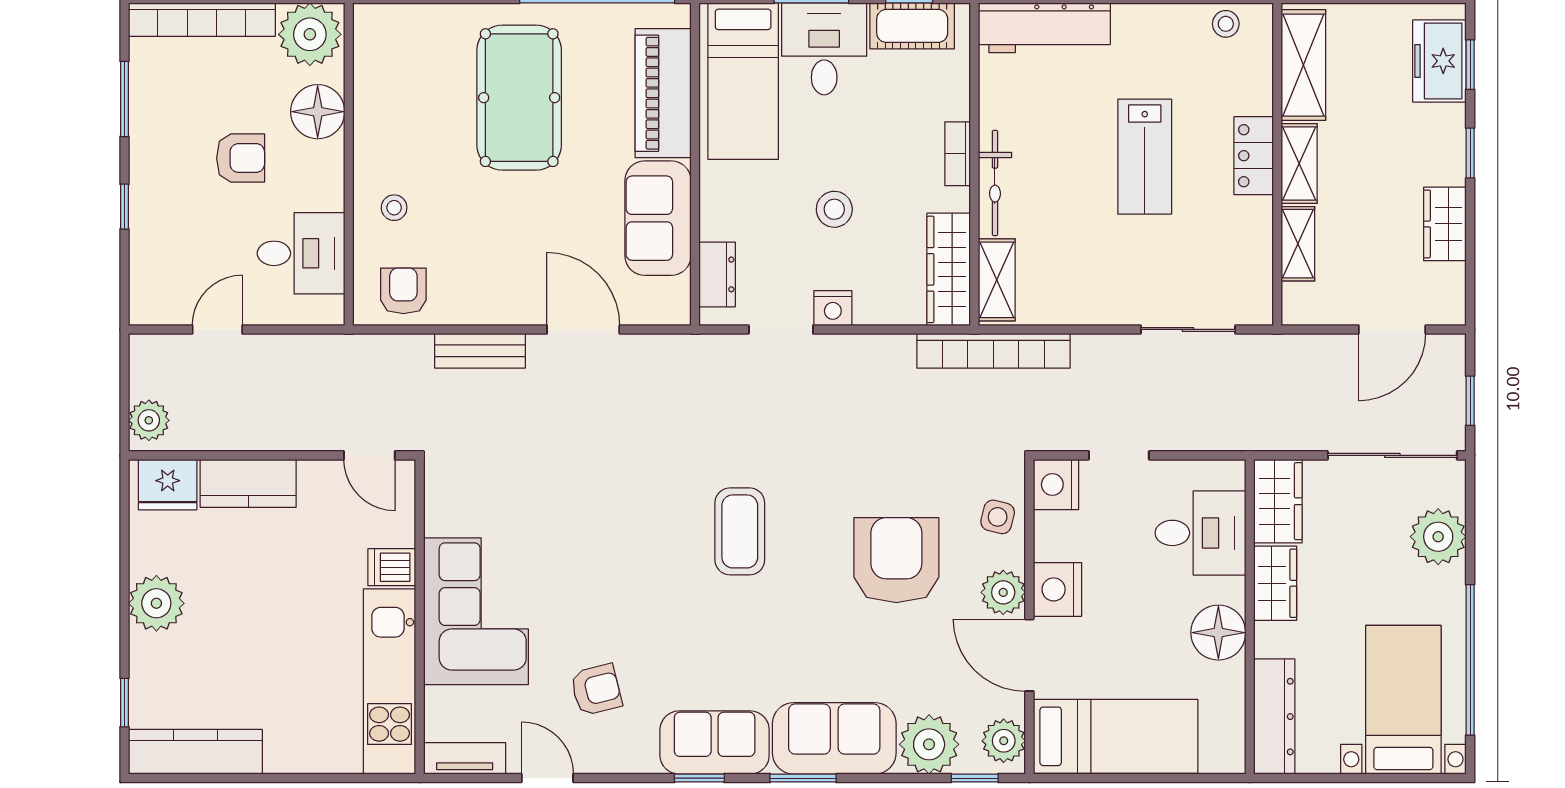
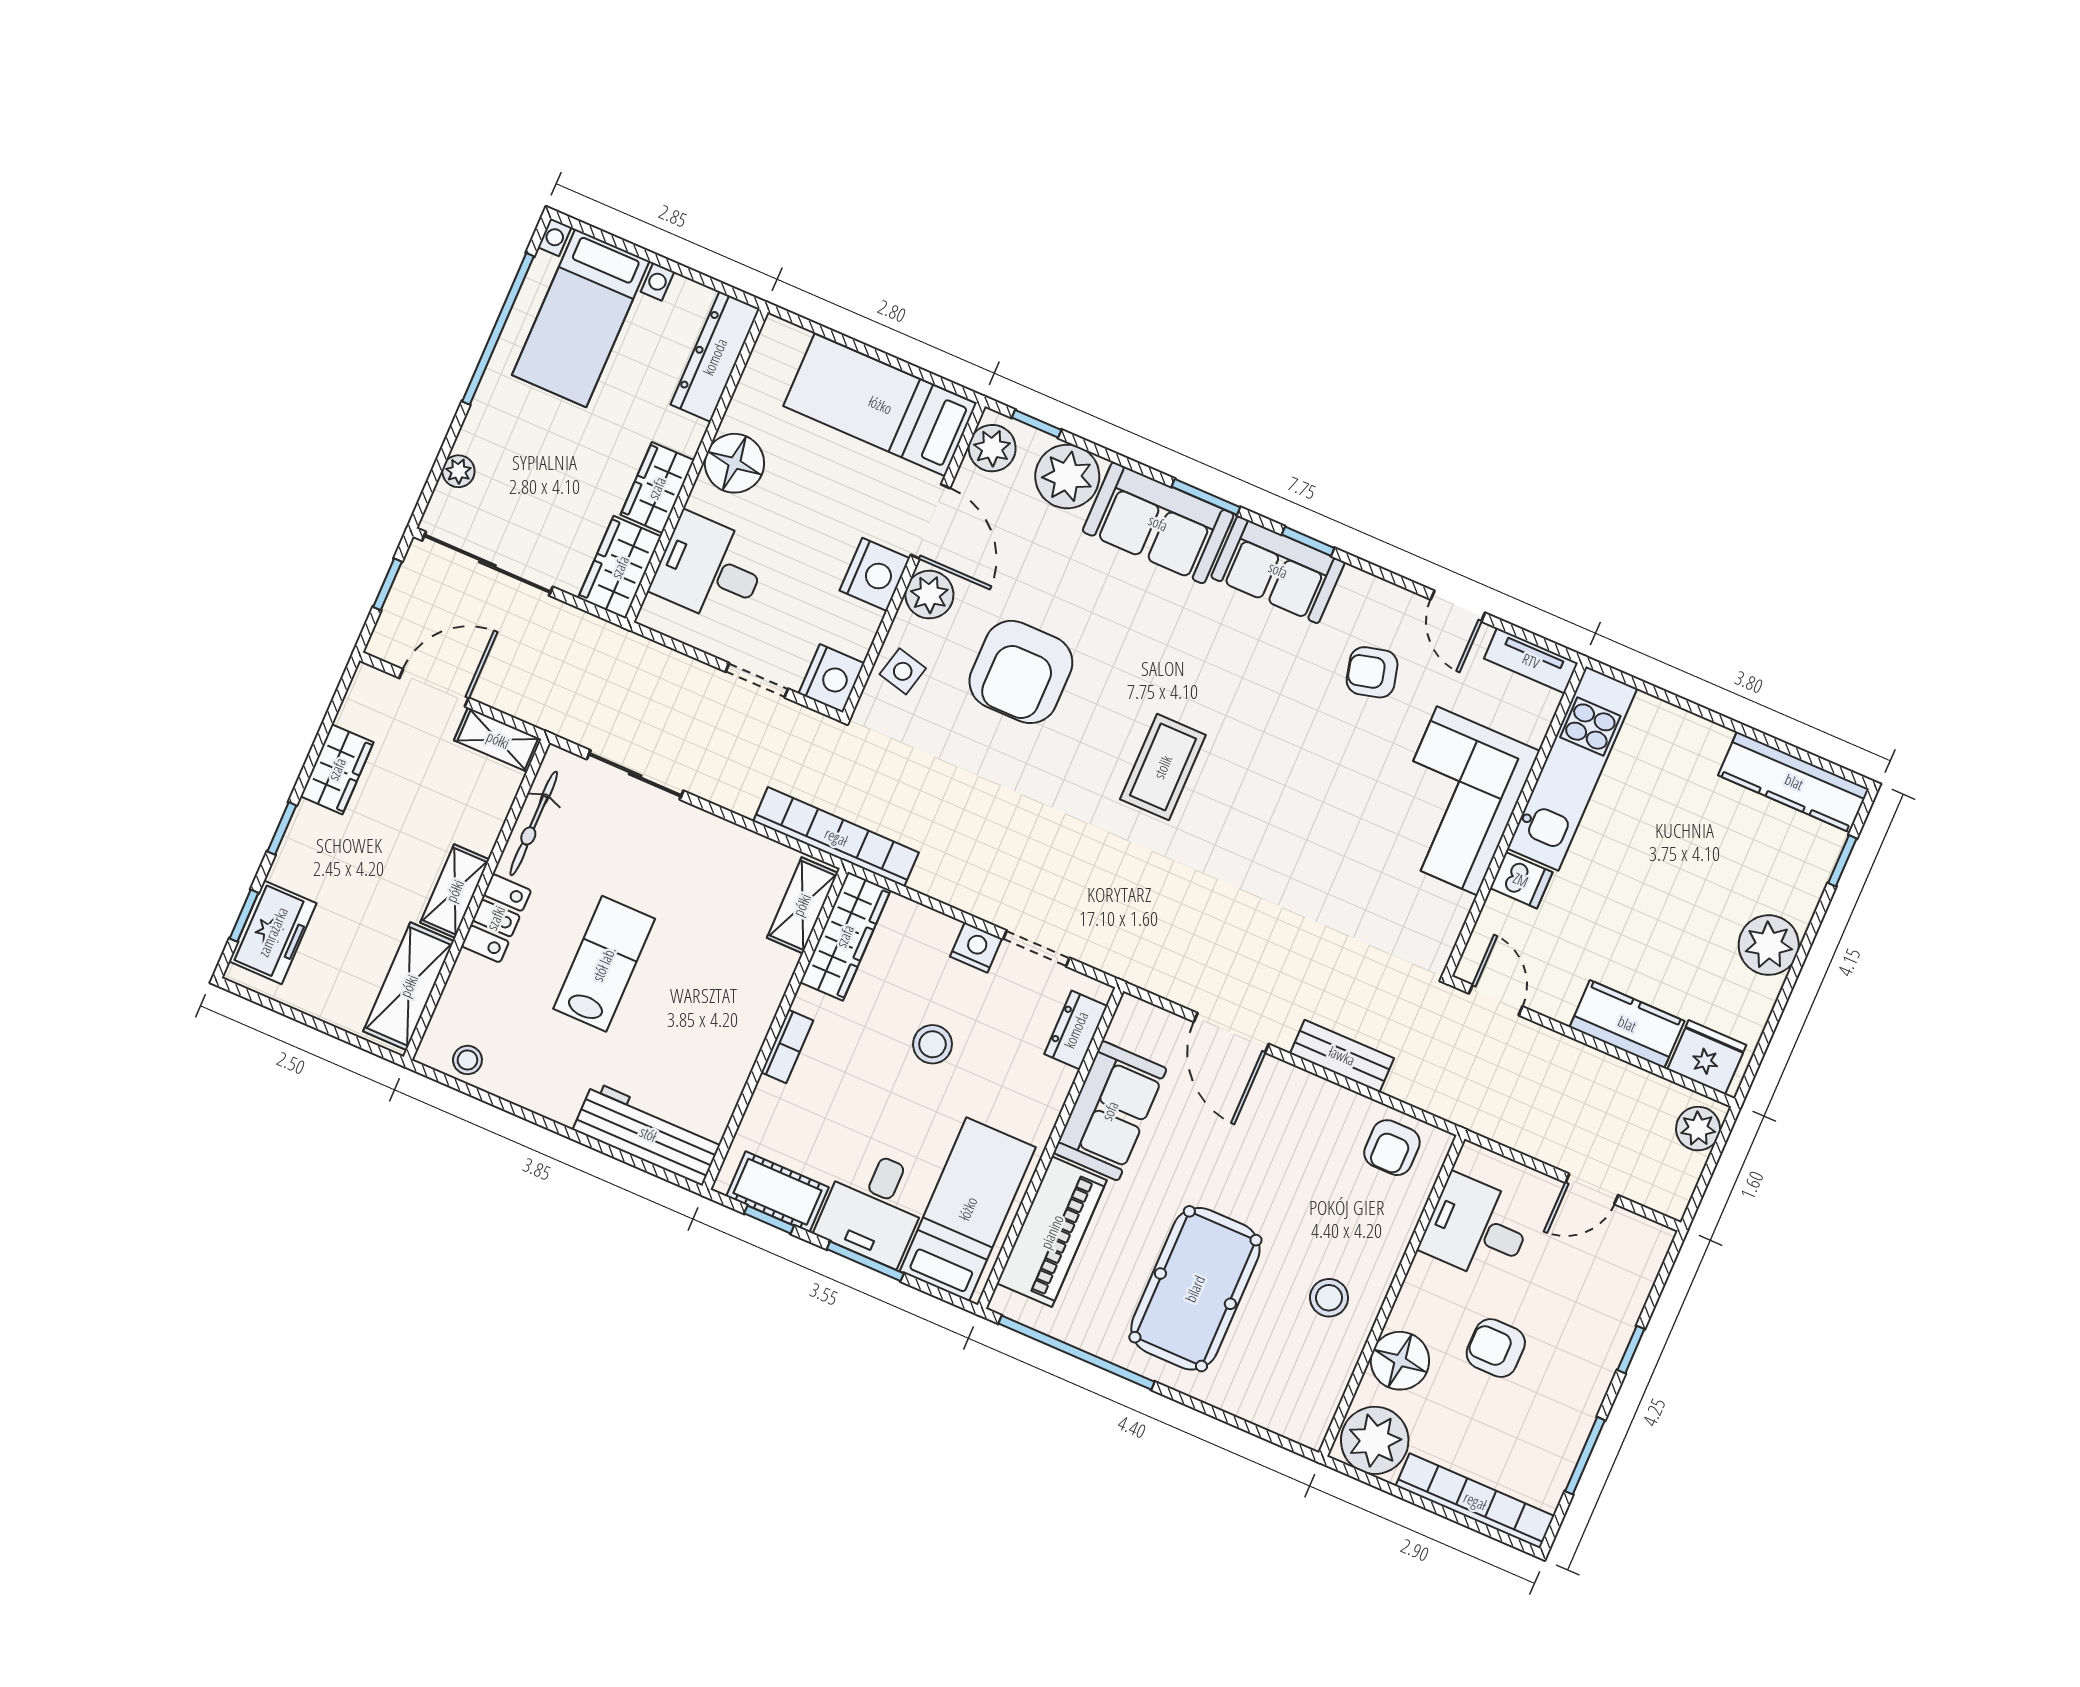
bicycle: (995, 183) -> (534, 823), moved, turned 180
stool: (394, 208) -> (1329, 1298), moved, width x1.37, depth x1.37
shelving: (1298, 244) -> (498, 740), moved, turned 90
plant: (1438, 537) -> (458, 471), width x0.53, depth x0.53

